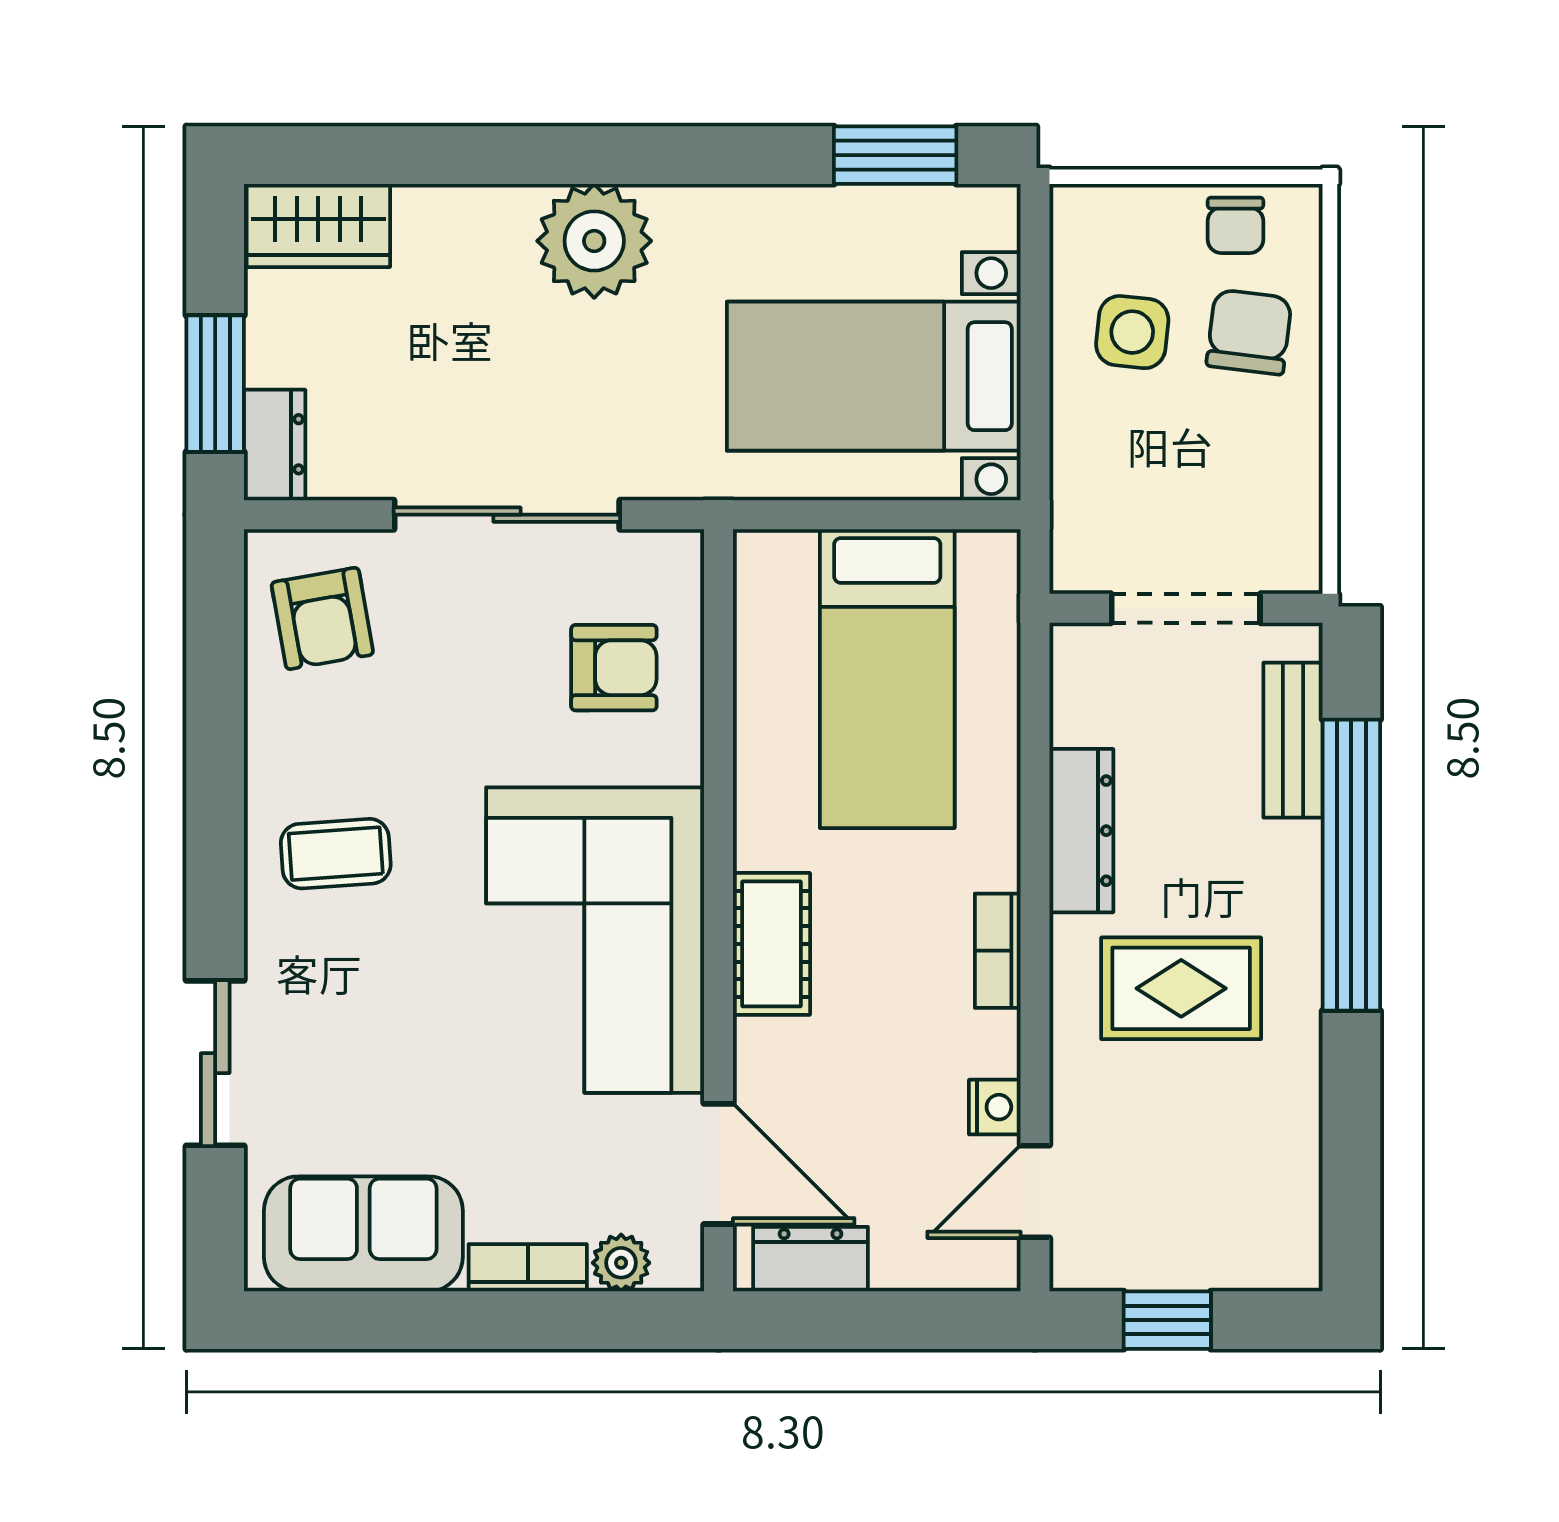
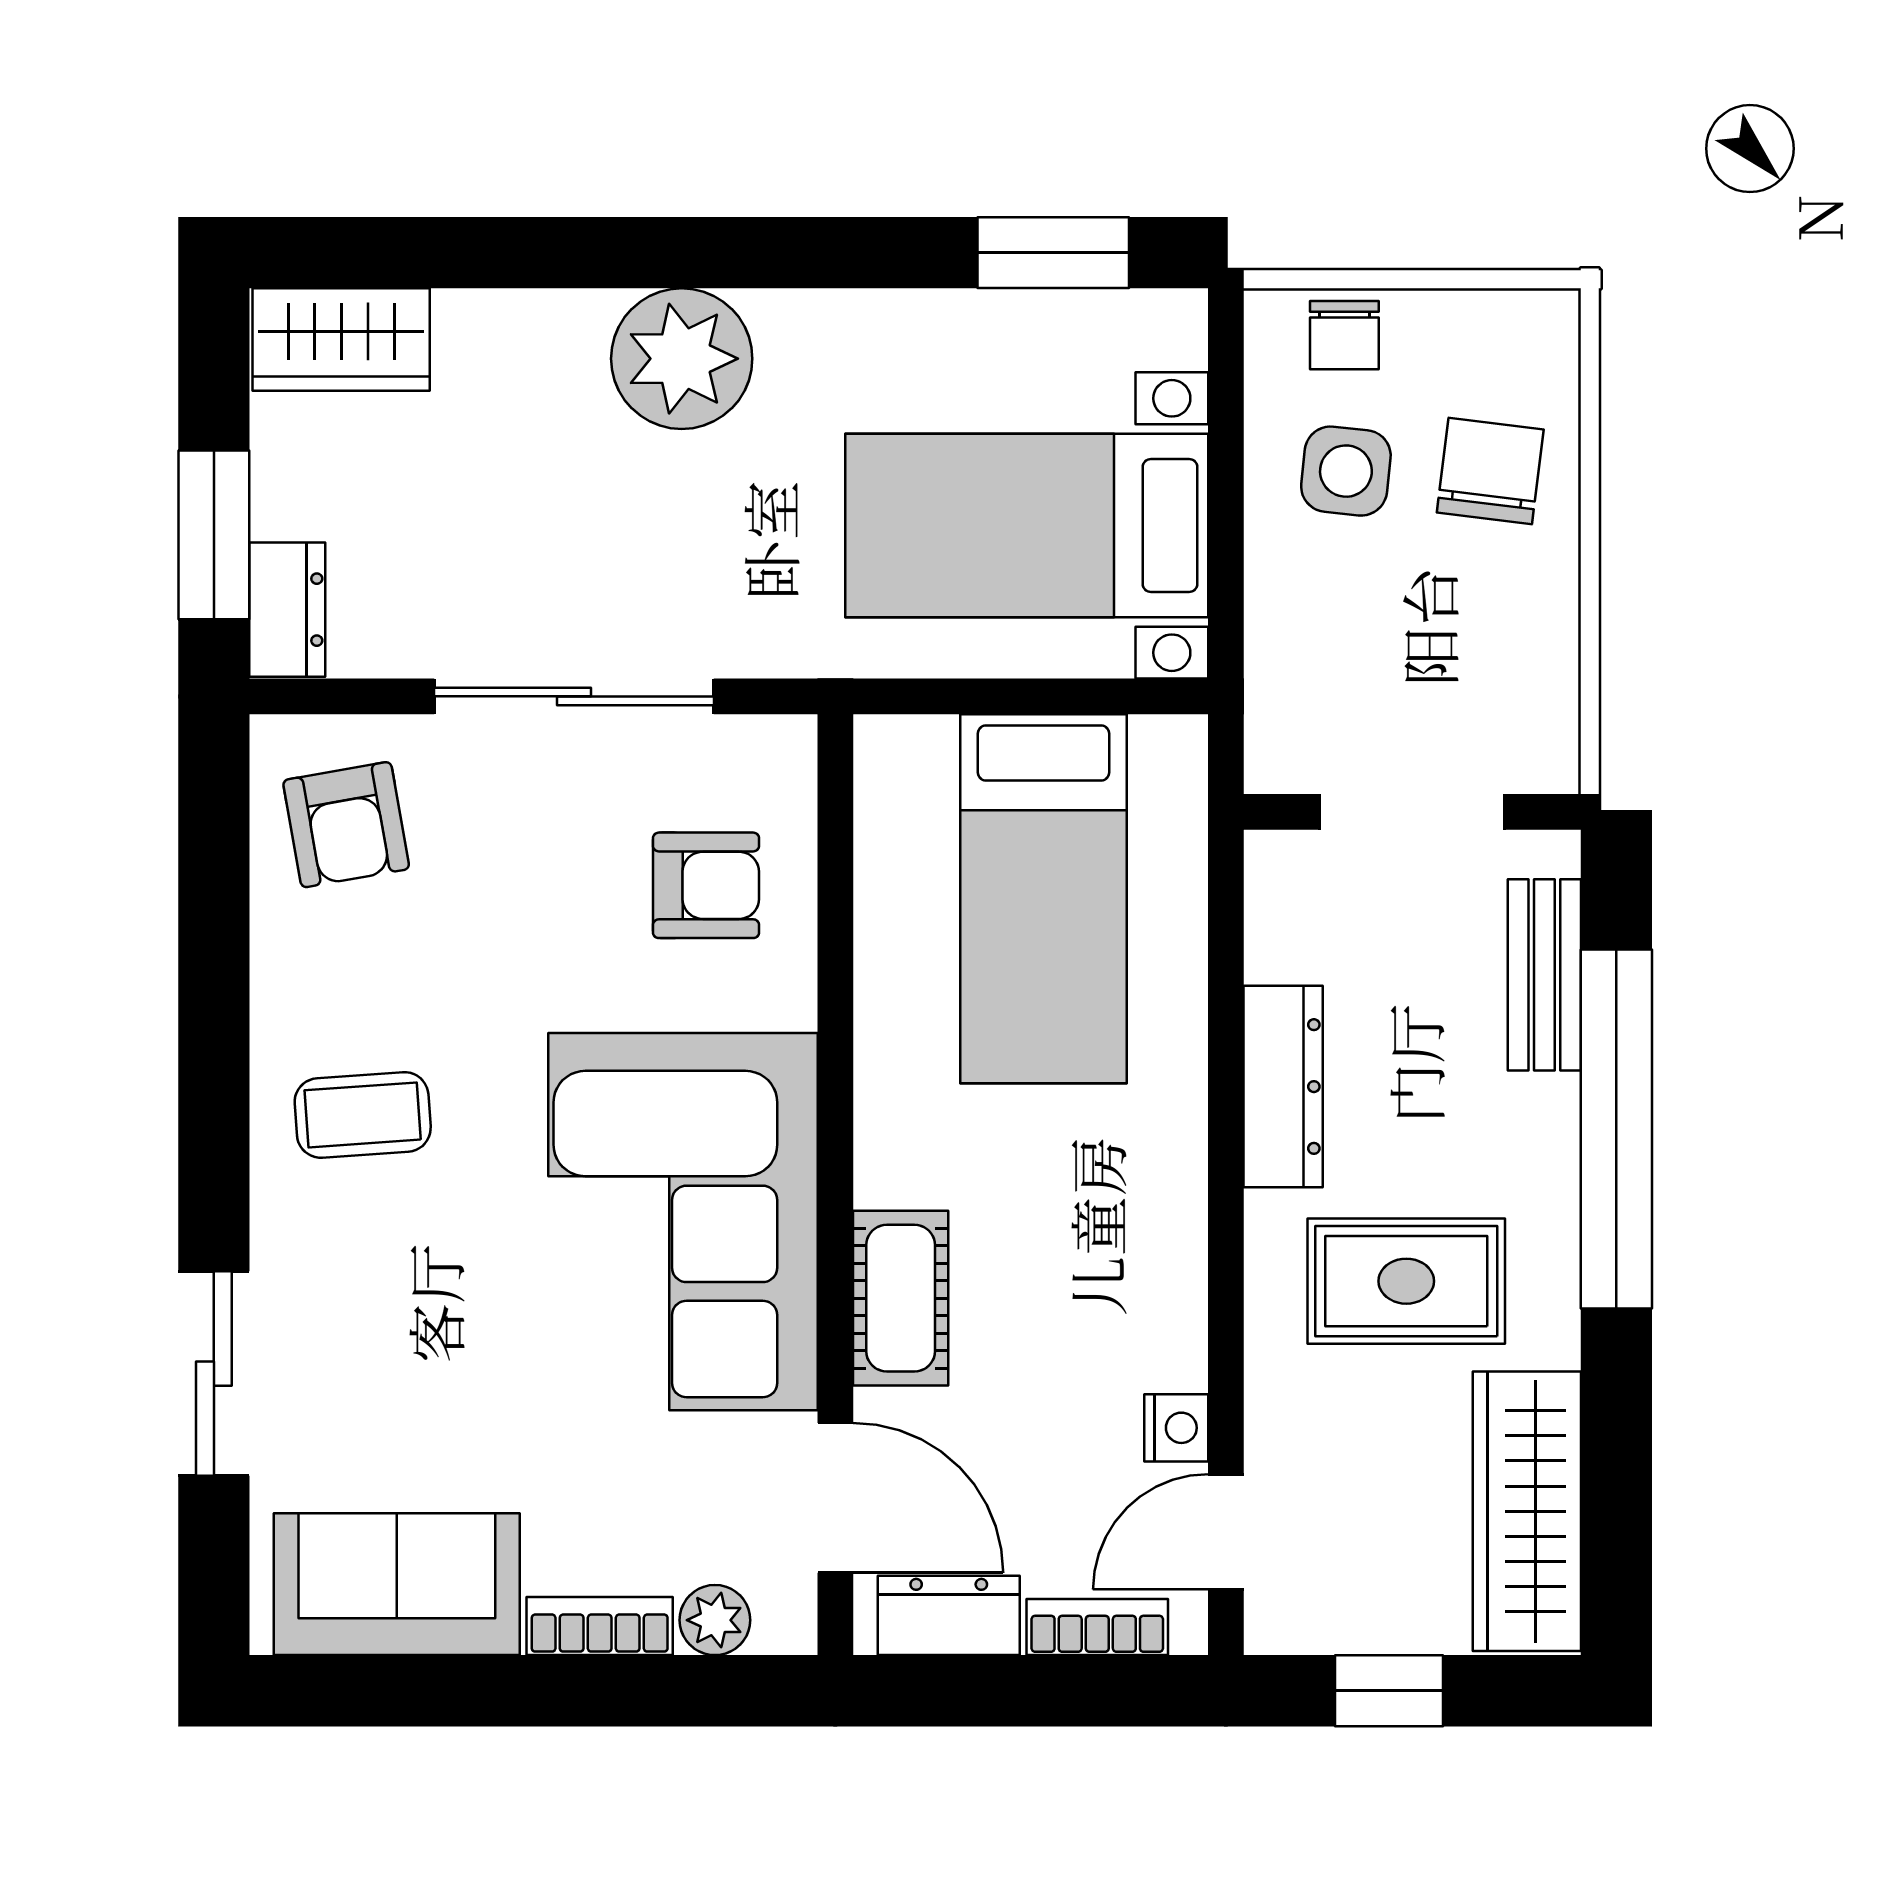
chair: (1236, 225) -> (1344, 335), moved
cot: (772, 944) -> (901, 1298), moved
bookcase: (998, 951) -> (1097, 1627), moved, turned 90
wardrobe: (1279, 1175) -> (1527, 1511), added

